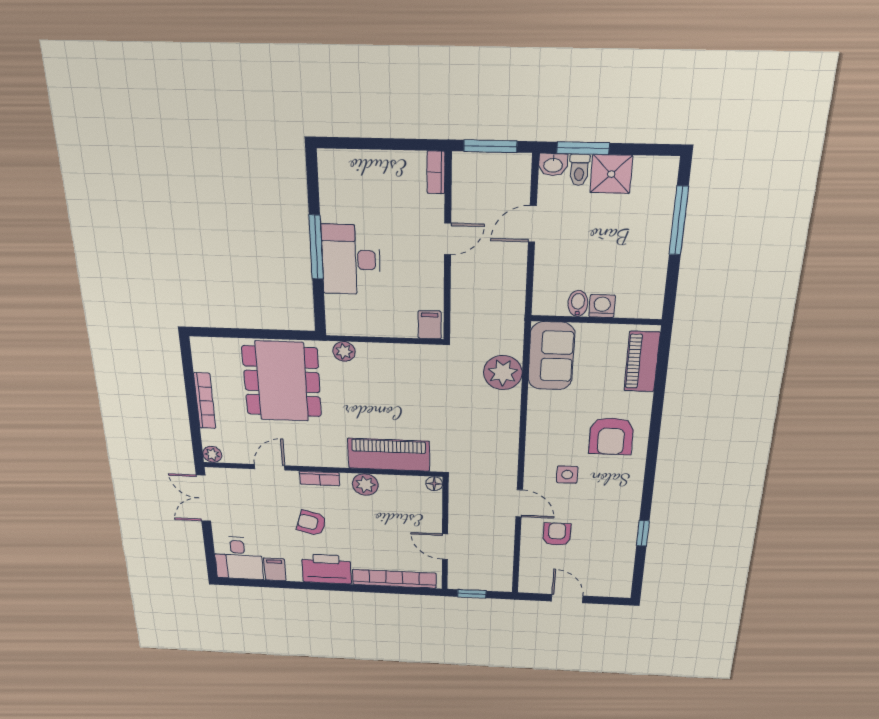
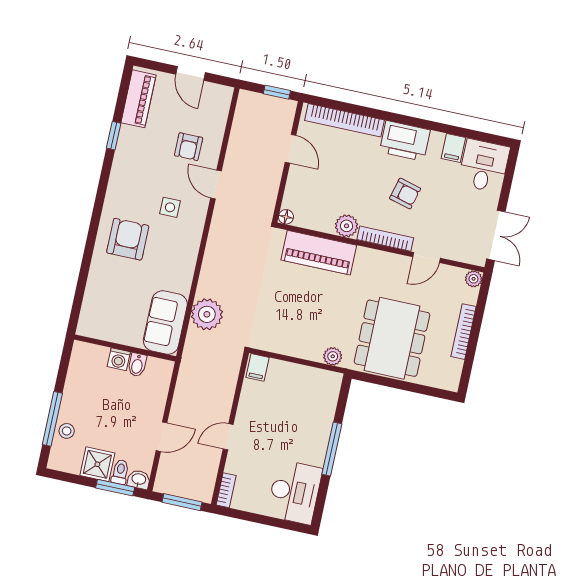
stool: (658, 209) -> (67, 431), added
desk: (351, 260) -> (295, 492), moved
piano: (642, 362) -> (138, 99), moved
bookcase: (320, 478) -> (385, 239), width x1.56

